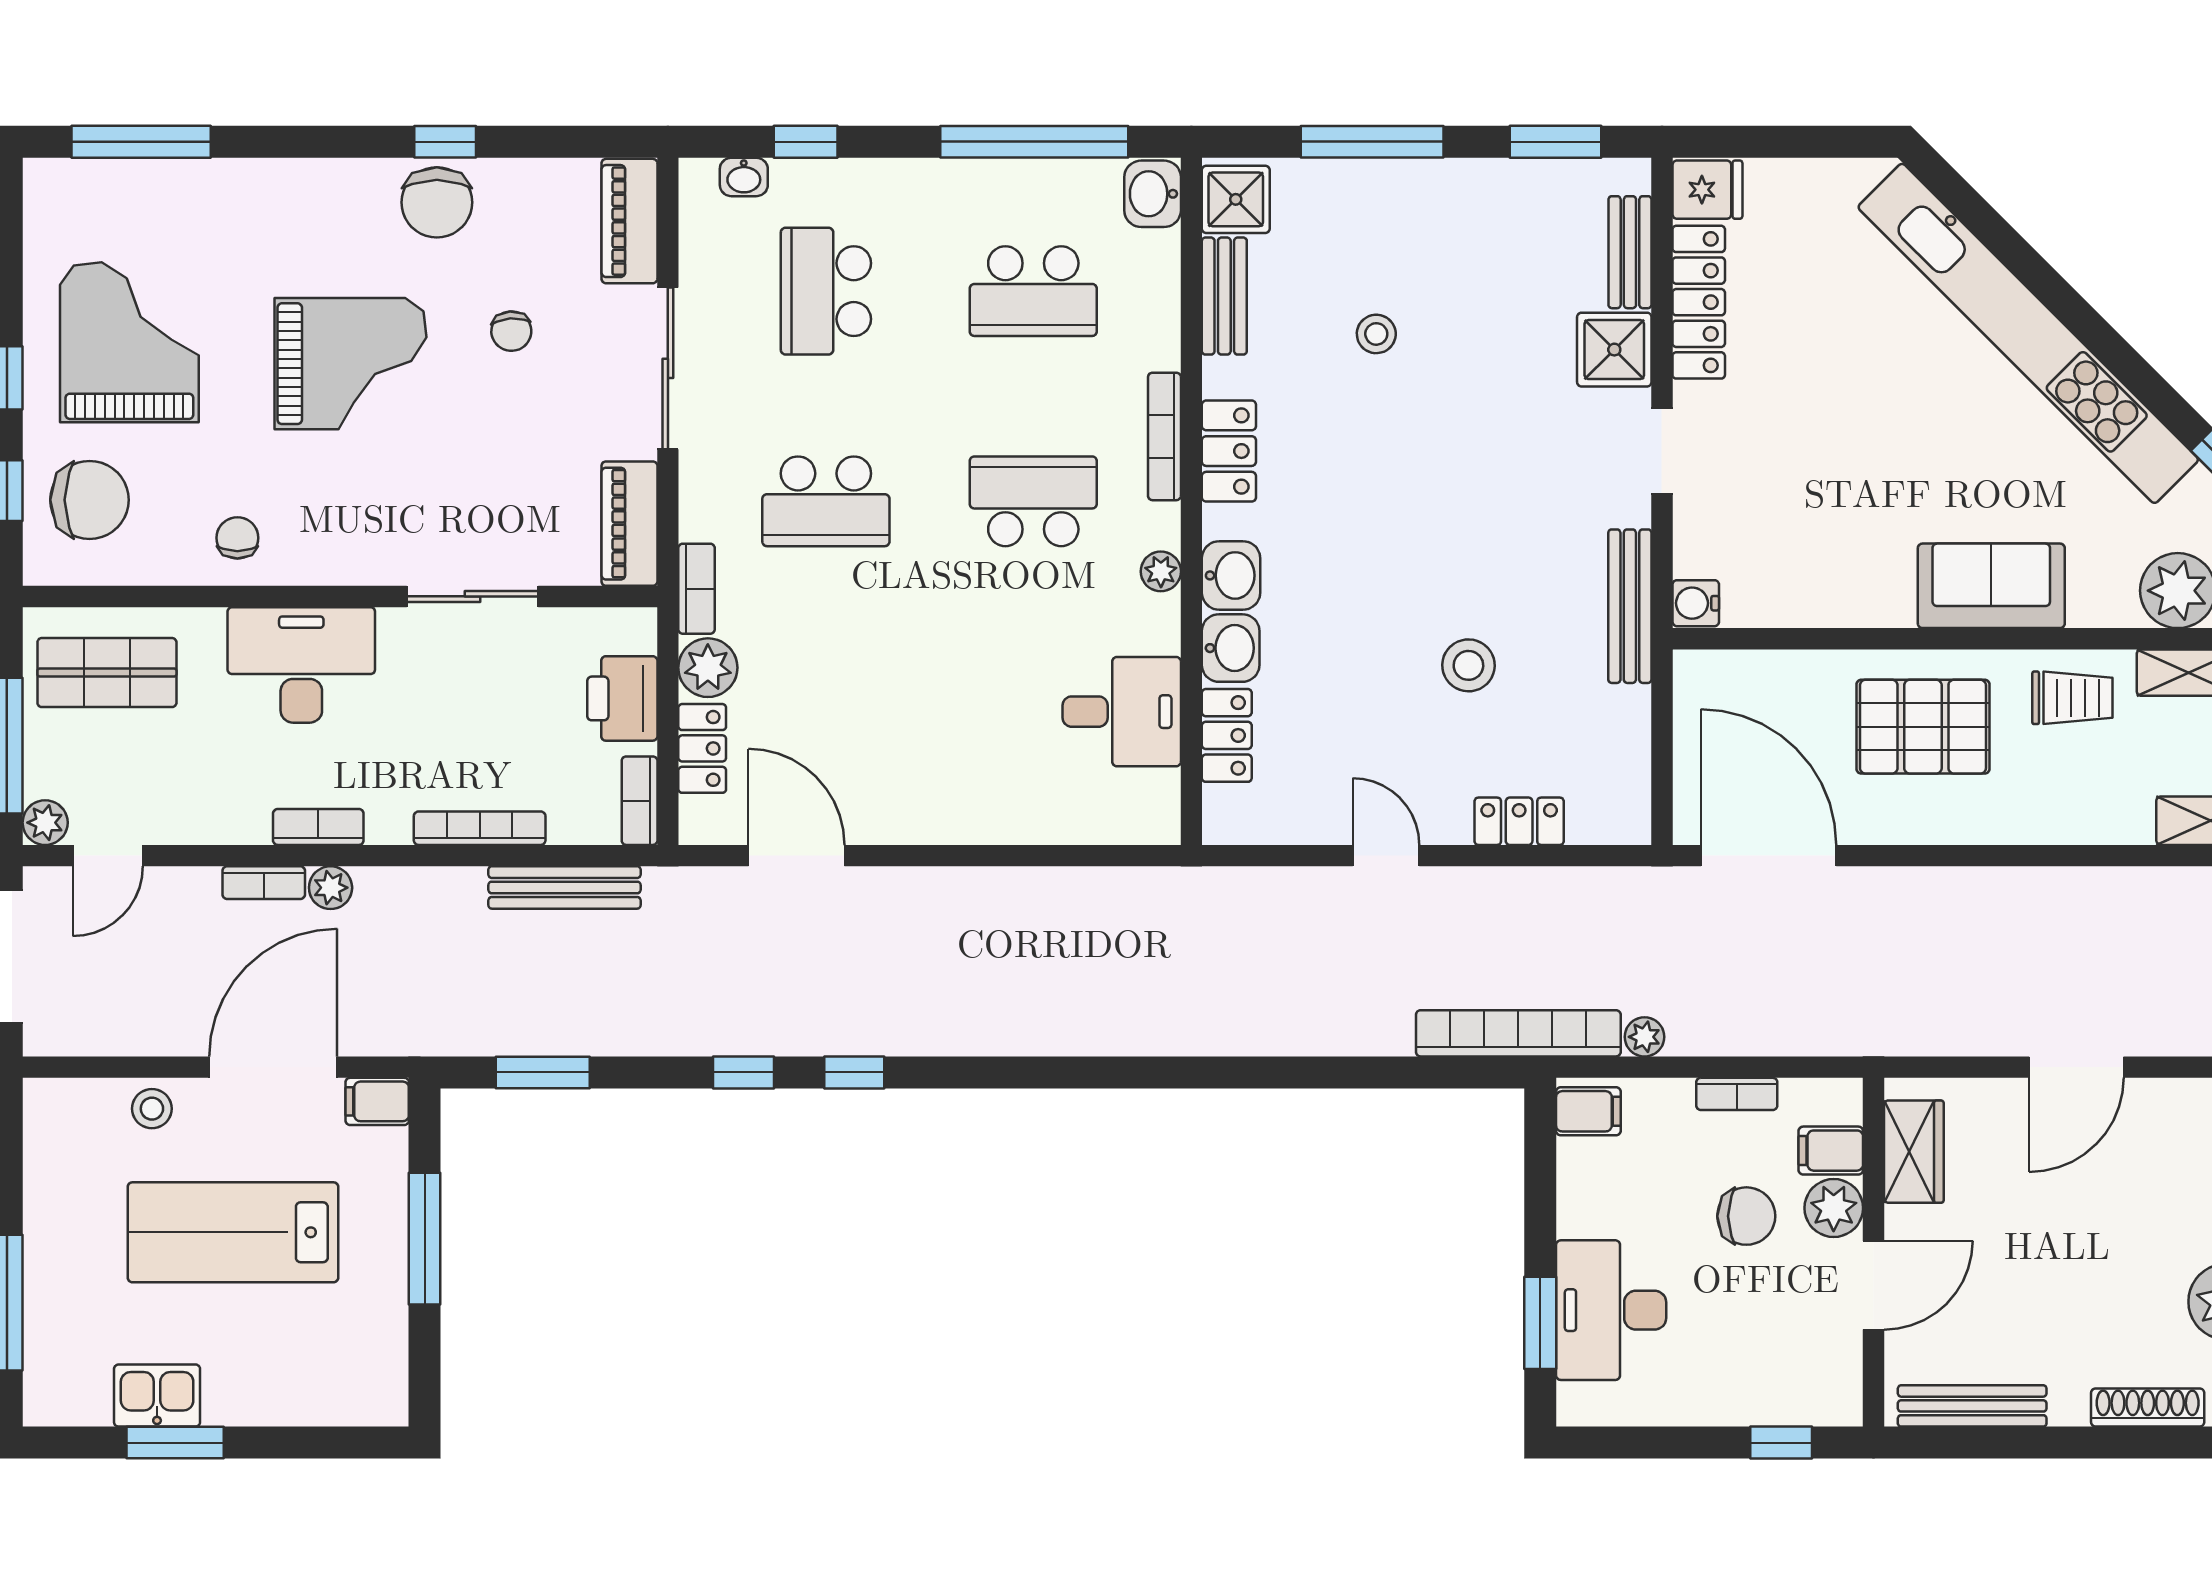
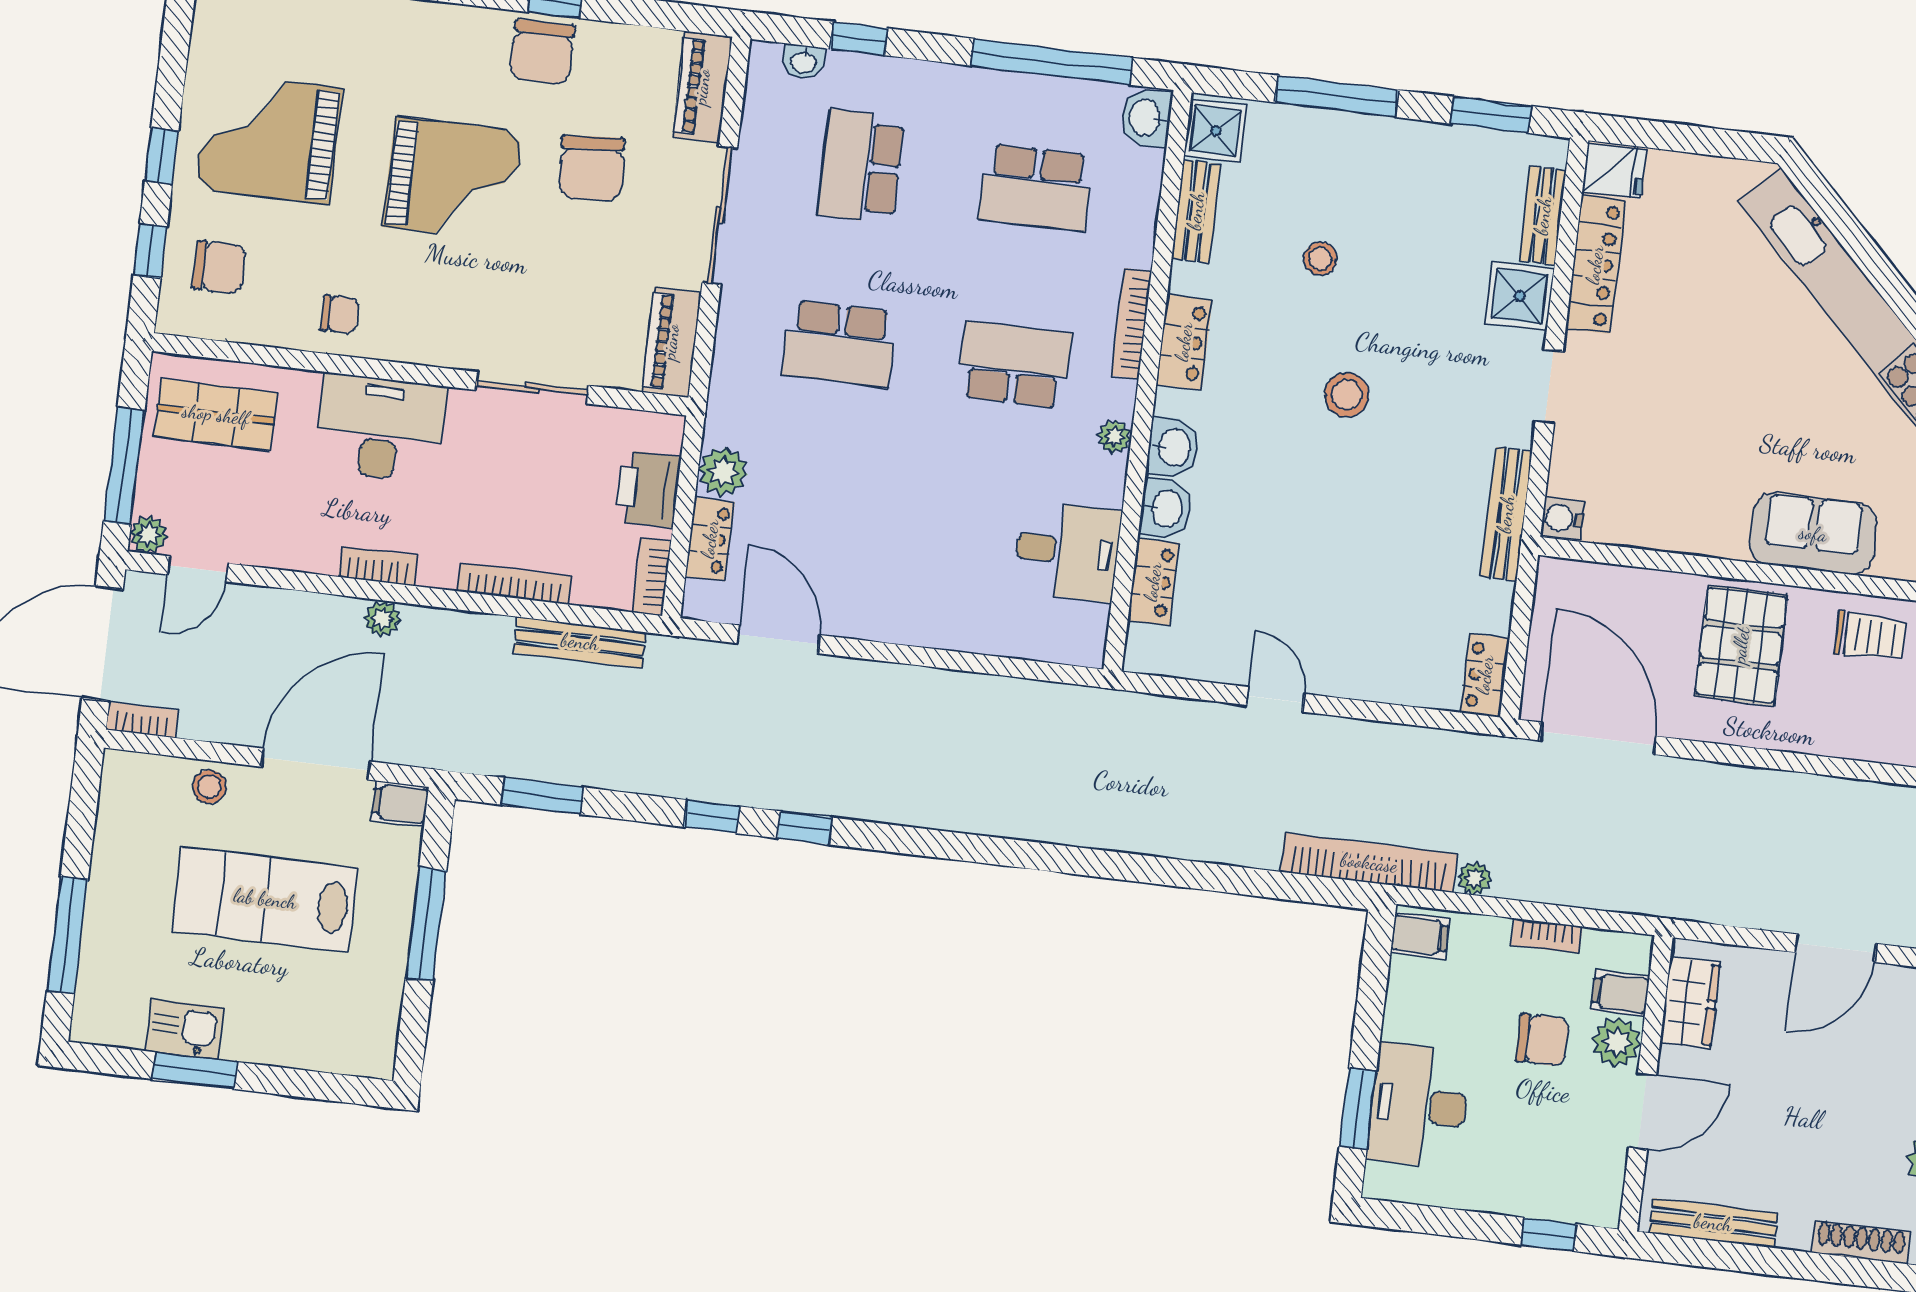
chair: (511, 331) -> (592, 168), width x1.87, depth x1.87
grand piano: (129, 342) -> (269, 138), turned -90
chair: (90, 500) -> (219, 267), width x0.73, depth x0.73
chair: (237, 538) -> (340, 314), turned 90
bookcase: (697, 589) -> (721, 404), removed
stool: (1468, 665) -> (1347, 395), moved
pallet: (1923, 727) -> (1741, 645), turned 90
locker: (1519, 821) -> (1485, 675), moved, turned -90
bookcase: (264, 883) -> (142, 720), moved, turned 180

